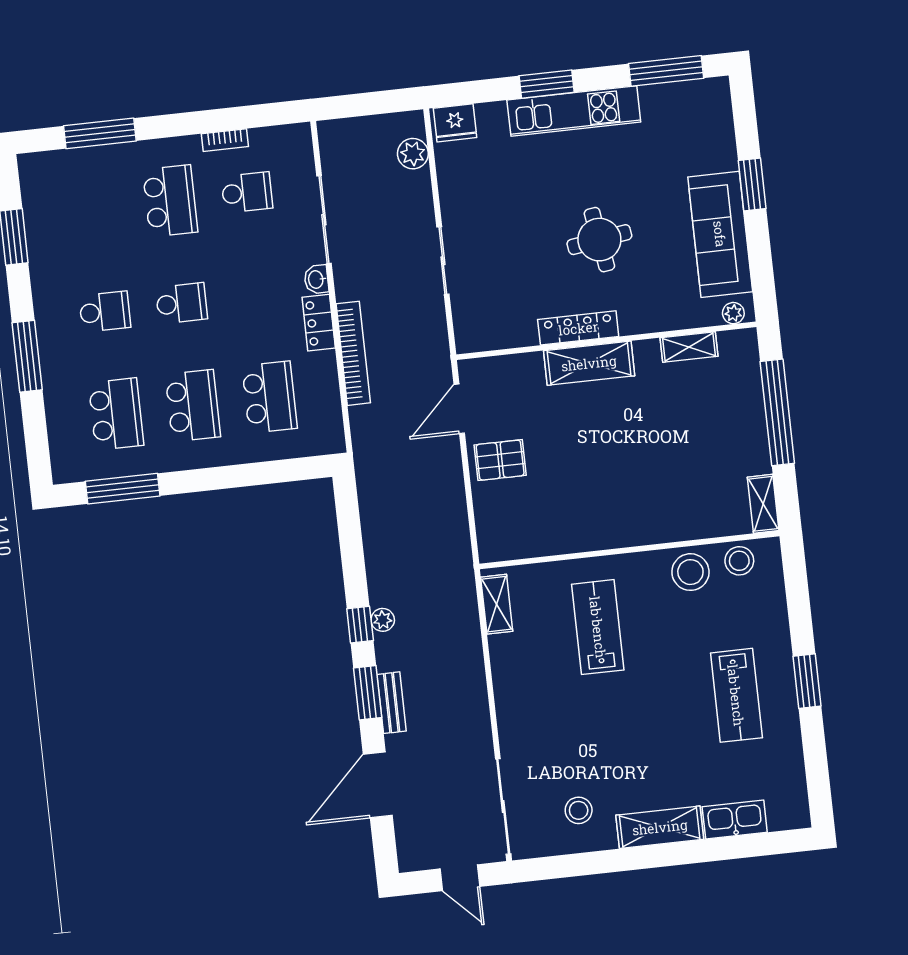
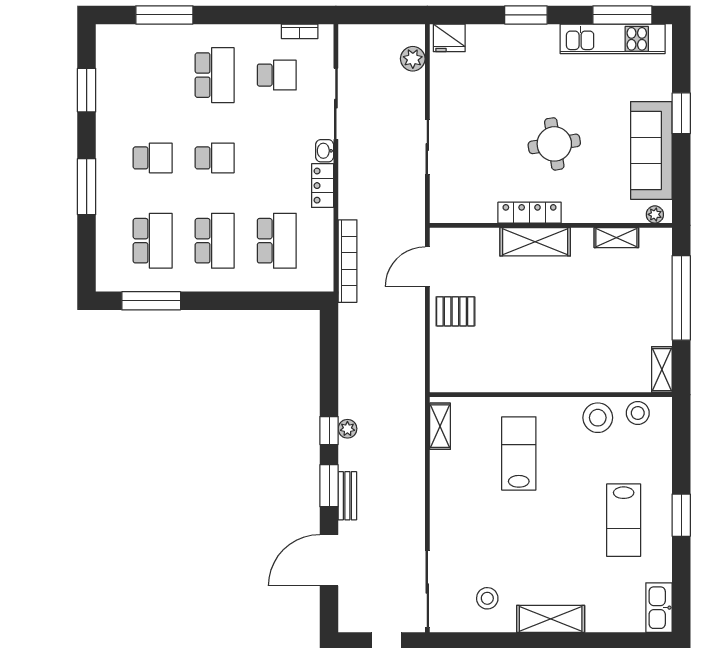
kitchen unit: (574, 111) -> (613, 39), moved
bookcase: (225, 140) -> (300, 31), moved
bookcase: (353, 353) -> (348, 261), moved
kitchen sink: (735, 820) -> (659, 608), moved, turned -90

